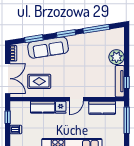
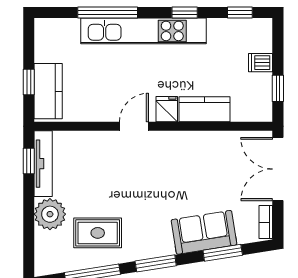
sofa: (48, 48) -> (204, 232), width x0.73
rug: (39, 81) -> (98, 233), moved
kitchen counter: (102, 108) -> (48, 91), moved, turned 90
window: (127, 120) -> (29, 82), width x0.46

